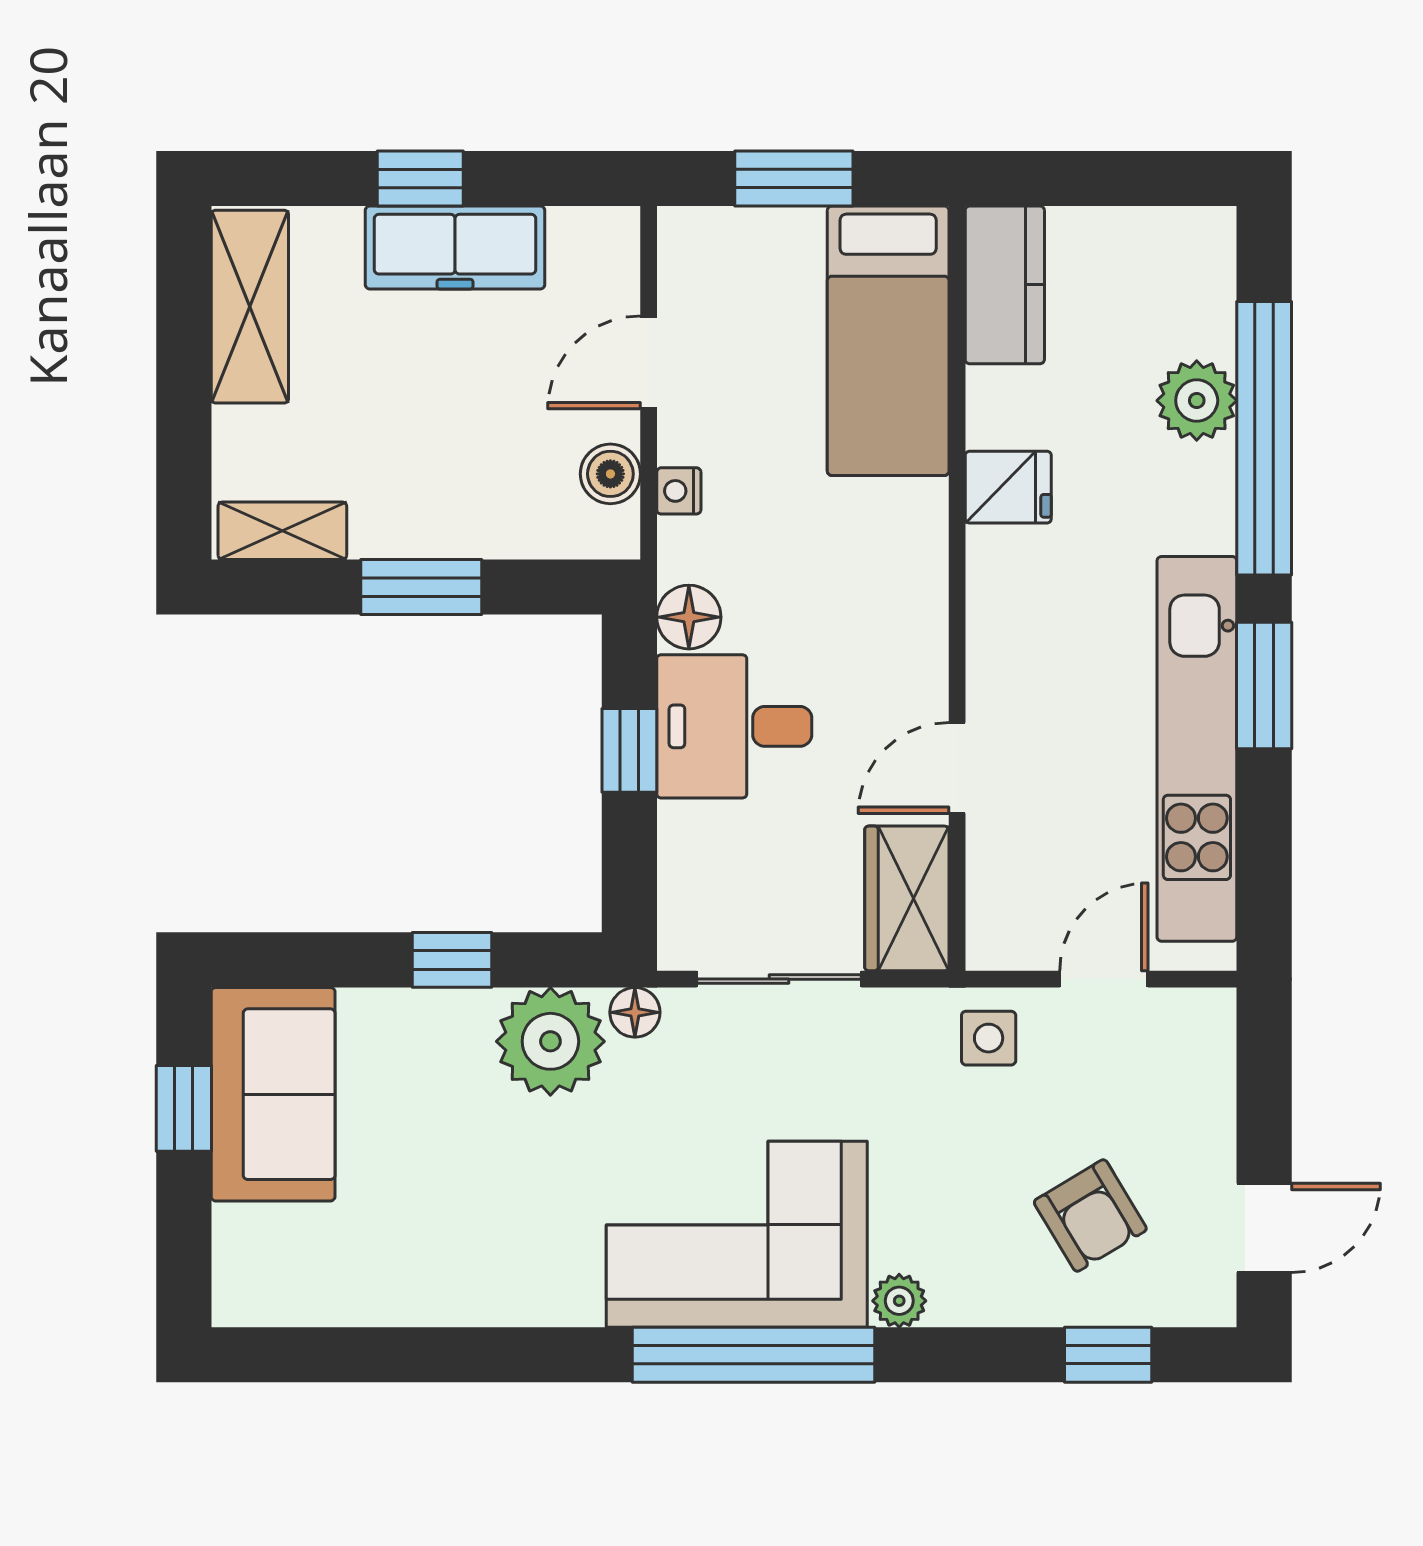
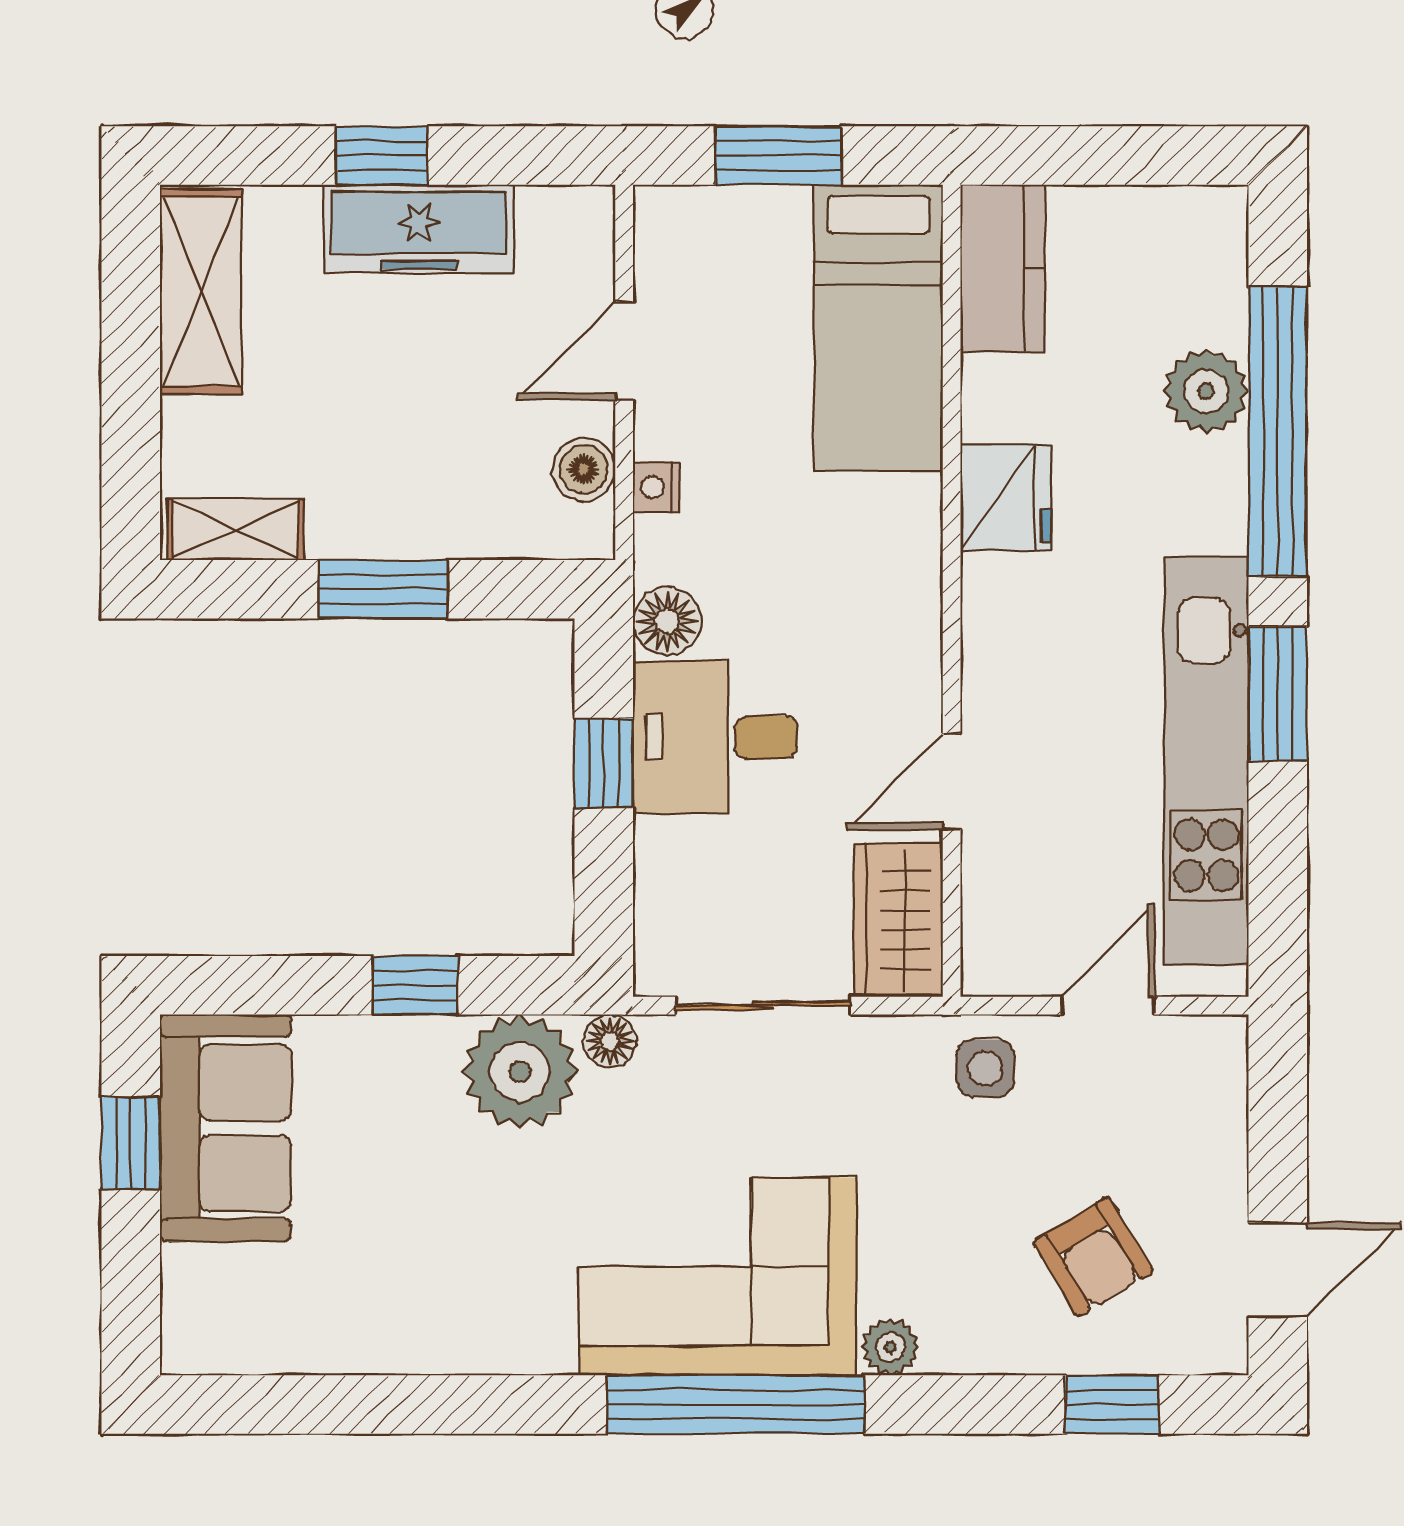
fridge: (1008, 487) -> (1006, 498), width x1.38

